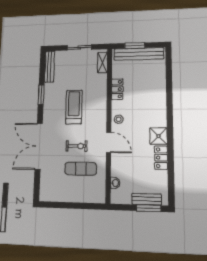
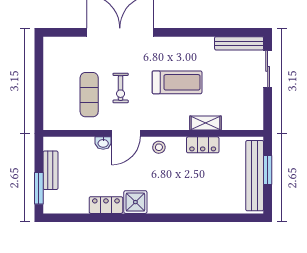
sliding door: (79, 47) -> (268, 69), moved
shelving: (102, 62) -> (205, 123), moved
window: (41, 95) -> (196, 32), removed
washbasin: (115, 183) -> (103, 143), moved
bench: (147, 199) -> (50, 170), moved

